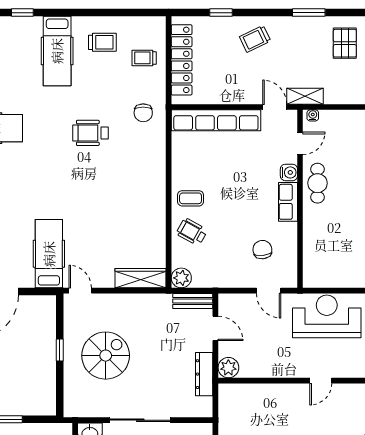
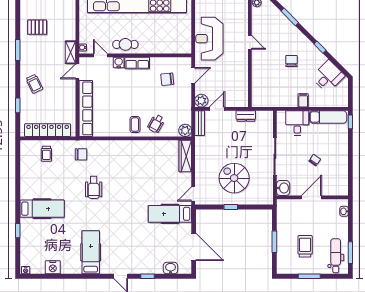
trolley: (102, 42) -> (37, 180), removed
plant: (228, 368) -> (201, 101), moved
dresser: (204, 374) -> (246, 116), width x0.70

